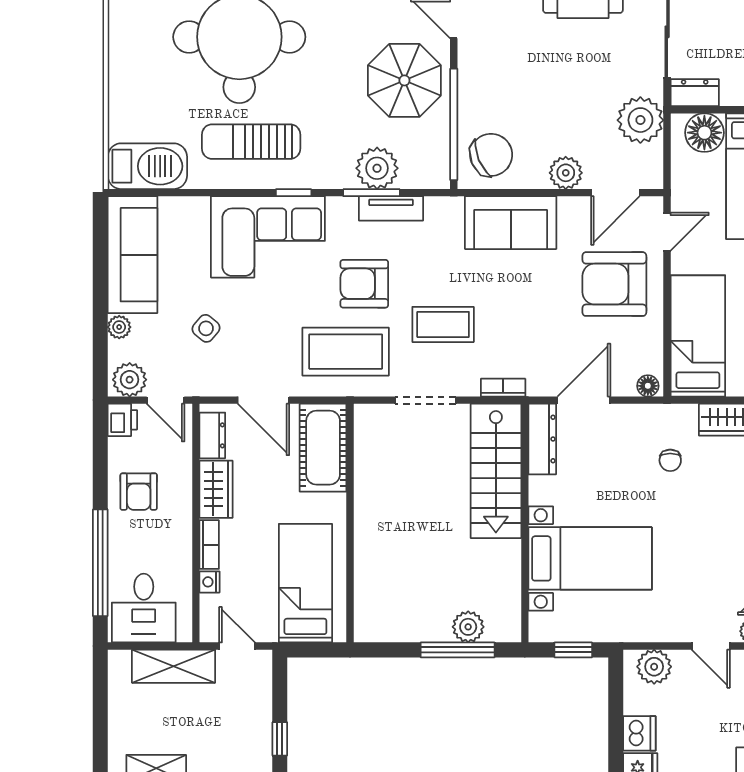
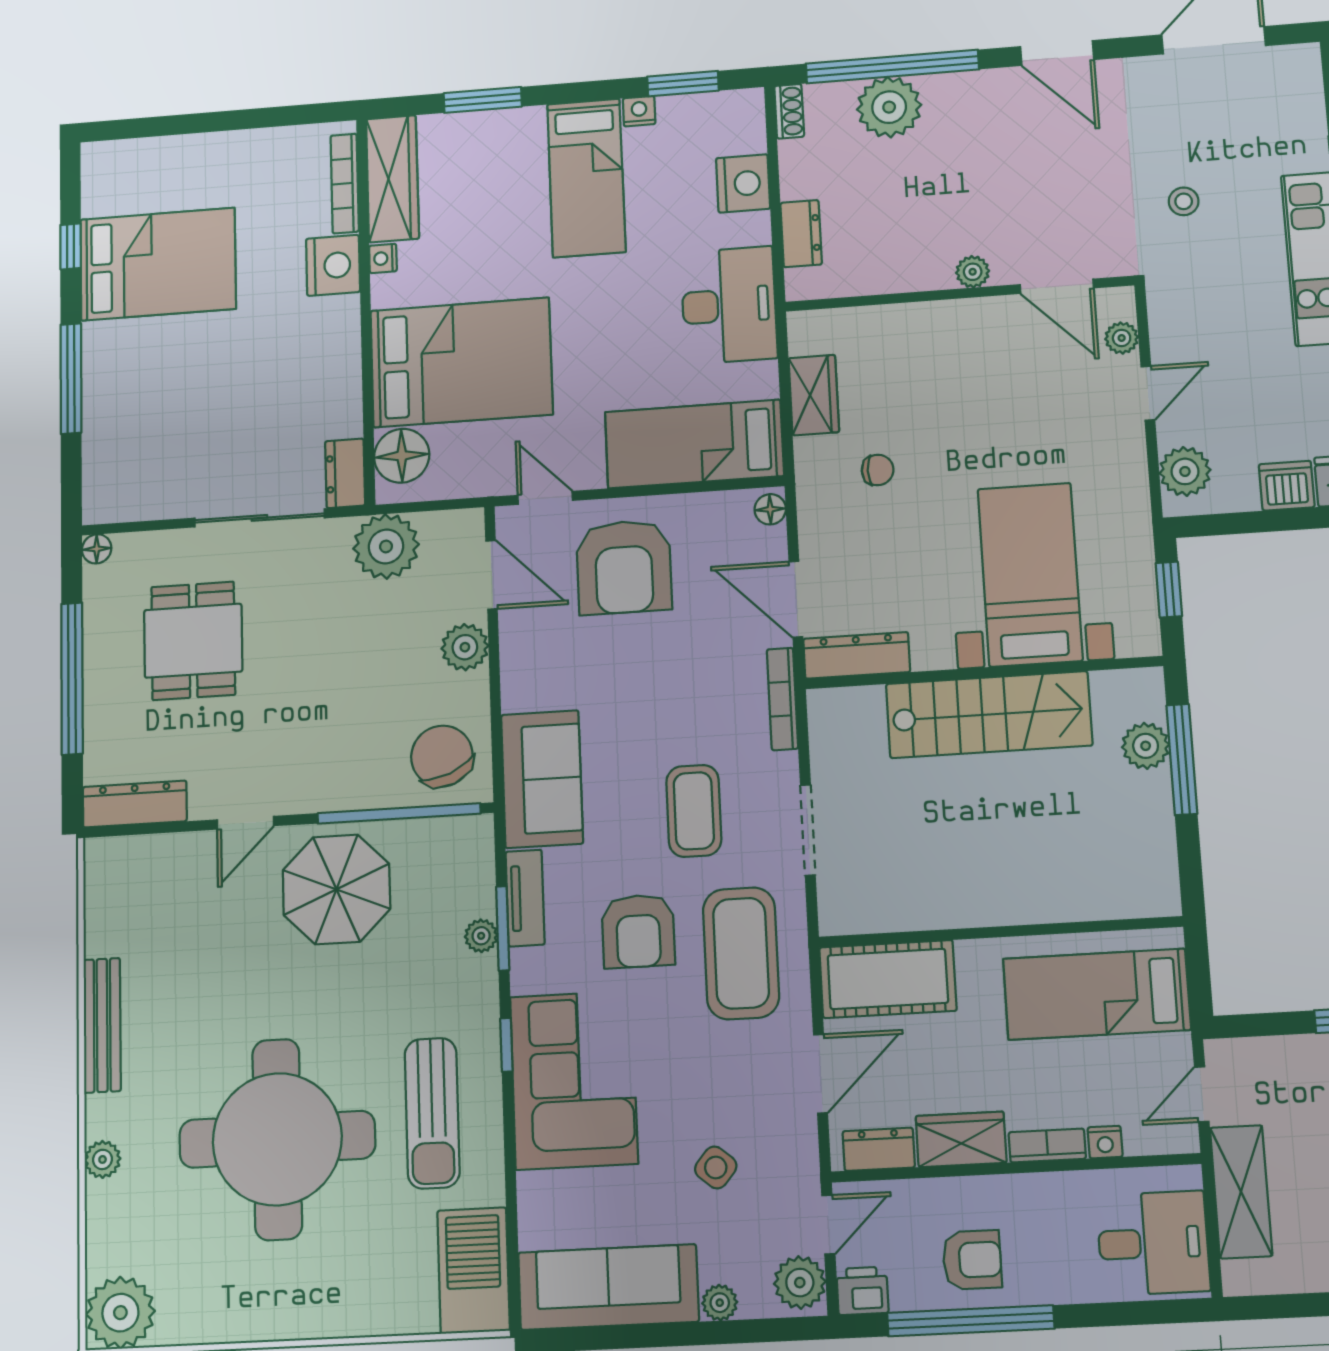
plant: (377, 168) -> (481, 936), width x0.53, depth x0.53
sofa: (511, 223) -> (542, 779), moved
bookcase: (503, 388) -> (782, 699), width x1.56
stairs: (496, 471) -> (989, 715), moved
window: (100, 563) -> (971, 1321), moved

